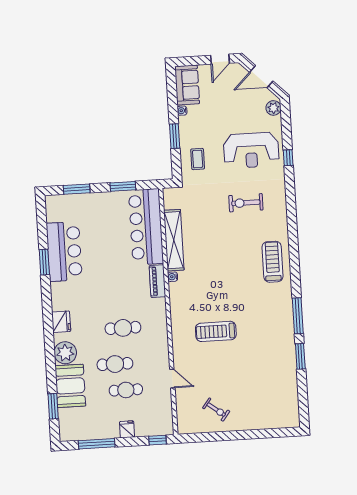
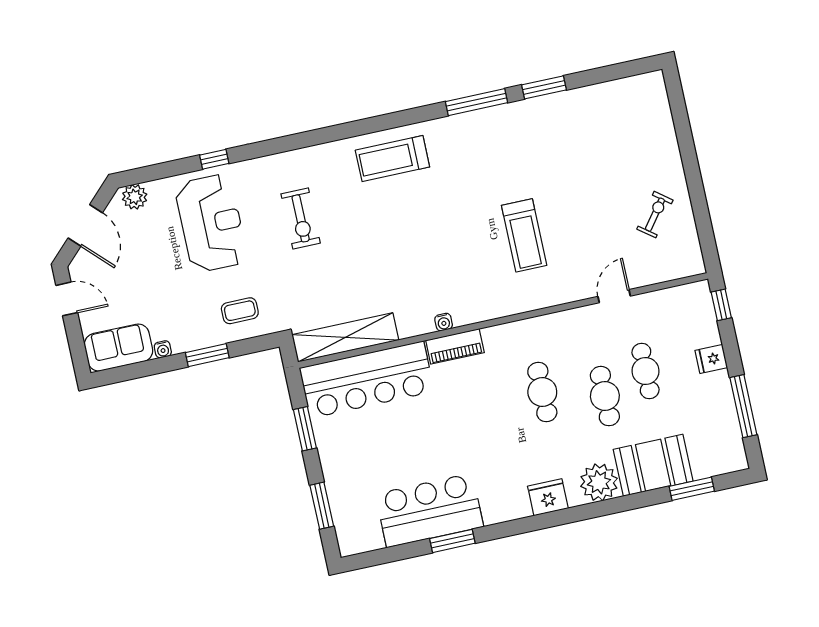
shelving: (174, 240) -> (345, 337), moved

